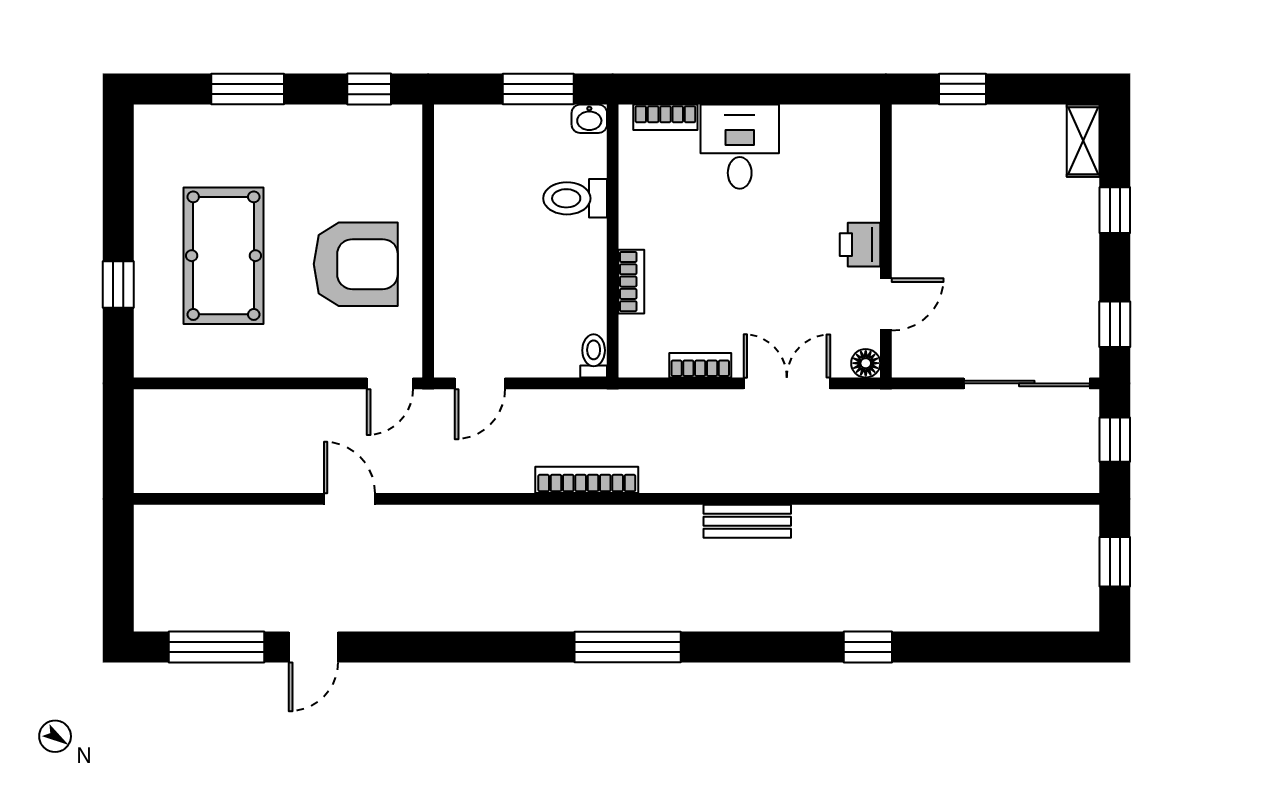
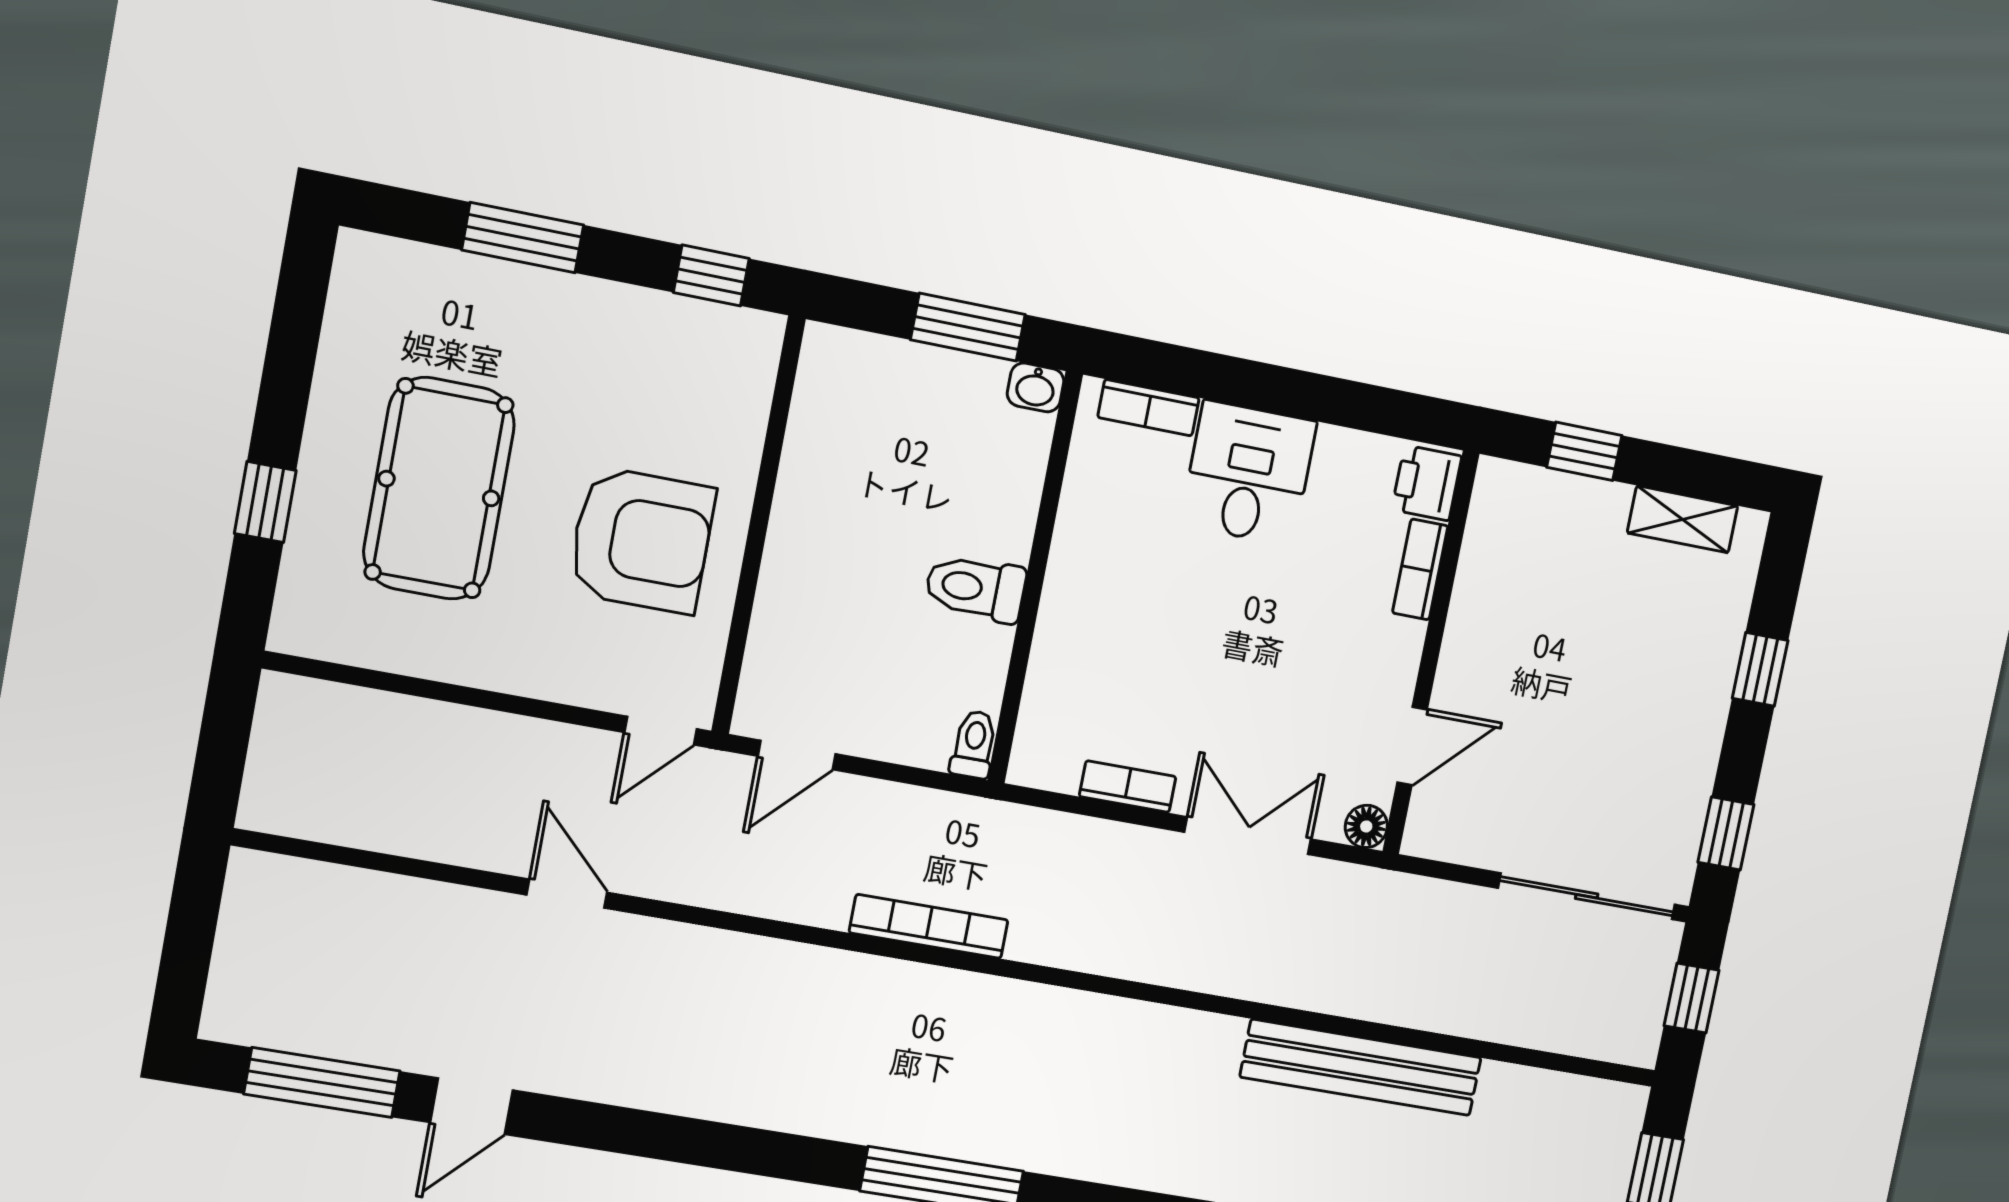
shelving: (1083, 141) -> (1683, 519), moved, turned 90
toilet: (575, 198) -> (975, 588), moved
printer: (860, 245) -> (1427, 483), moved
bookcase: (631, 282) -> (1420, 569), moved, turned 180
bench: (747, 521) -> (1361, 1067), moved, width x1.86, depth x1.21

